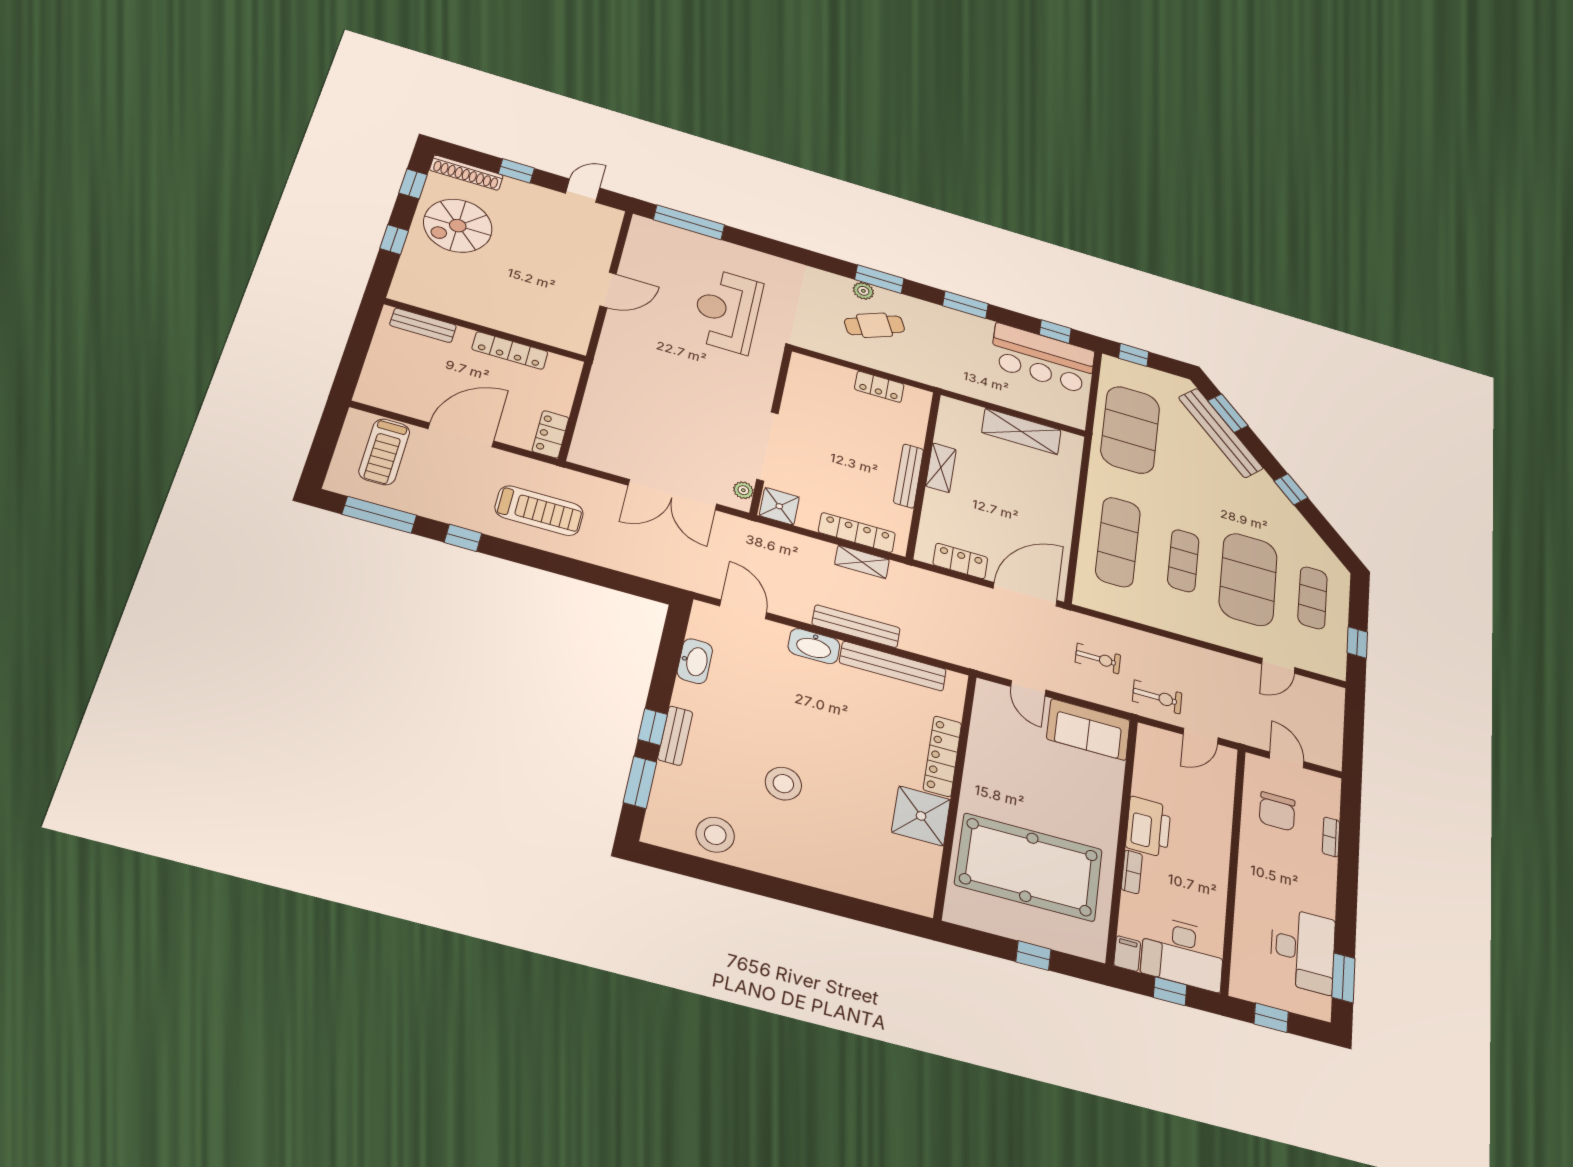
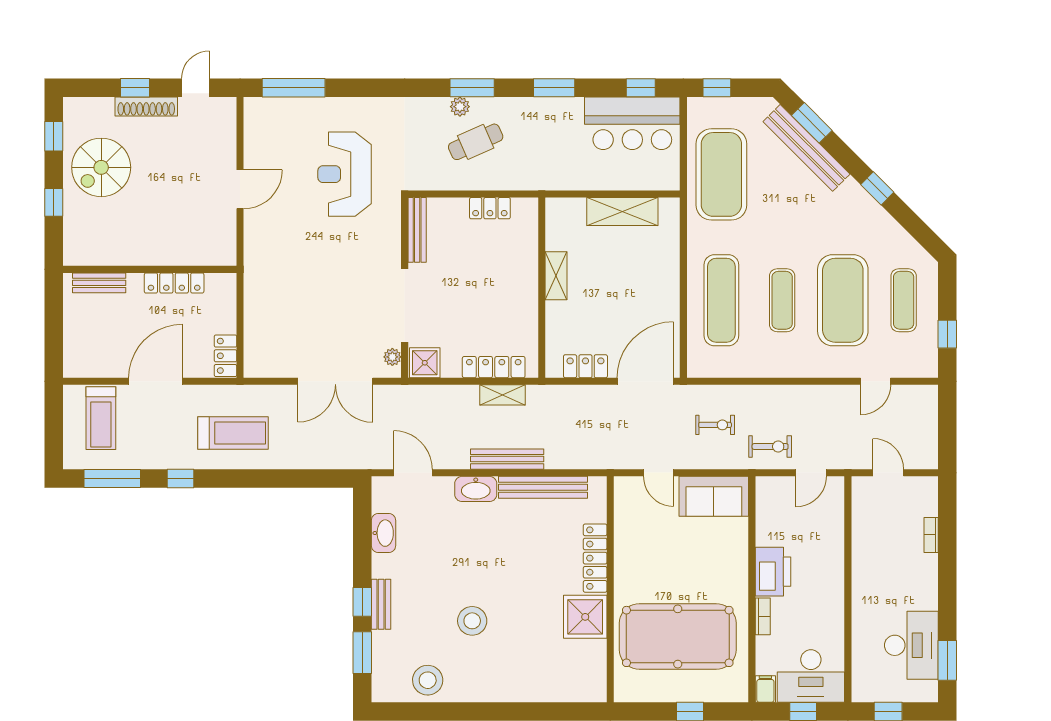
shoe rack: (466, 173) -> (146, 106), moved
bench: (909, 476) -> (417, 230), moved
chair: (1277, 811) -> (883, 525), removed

